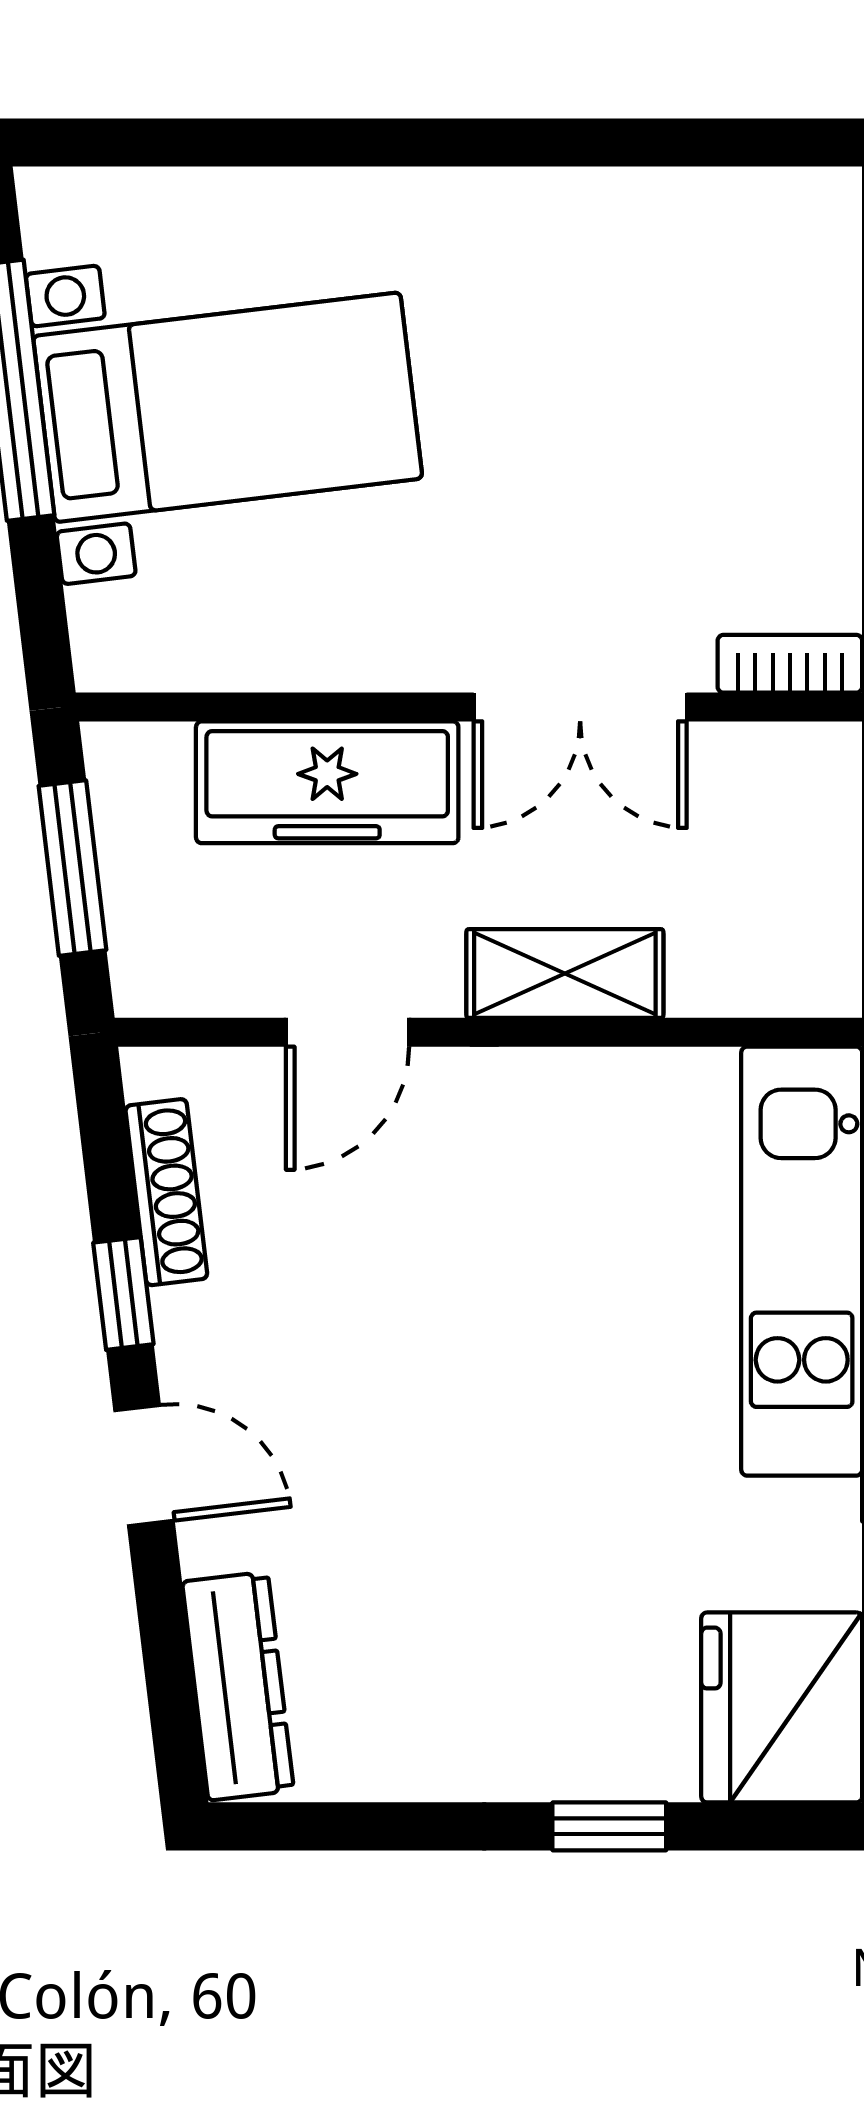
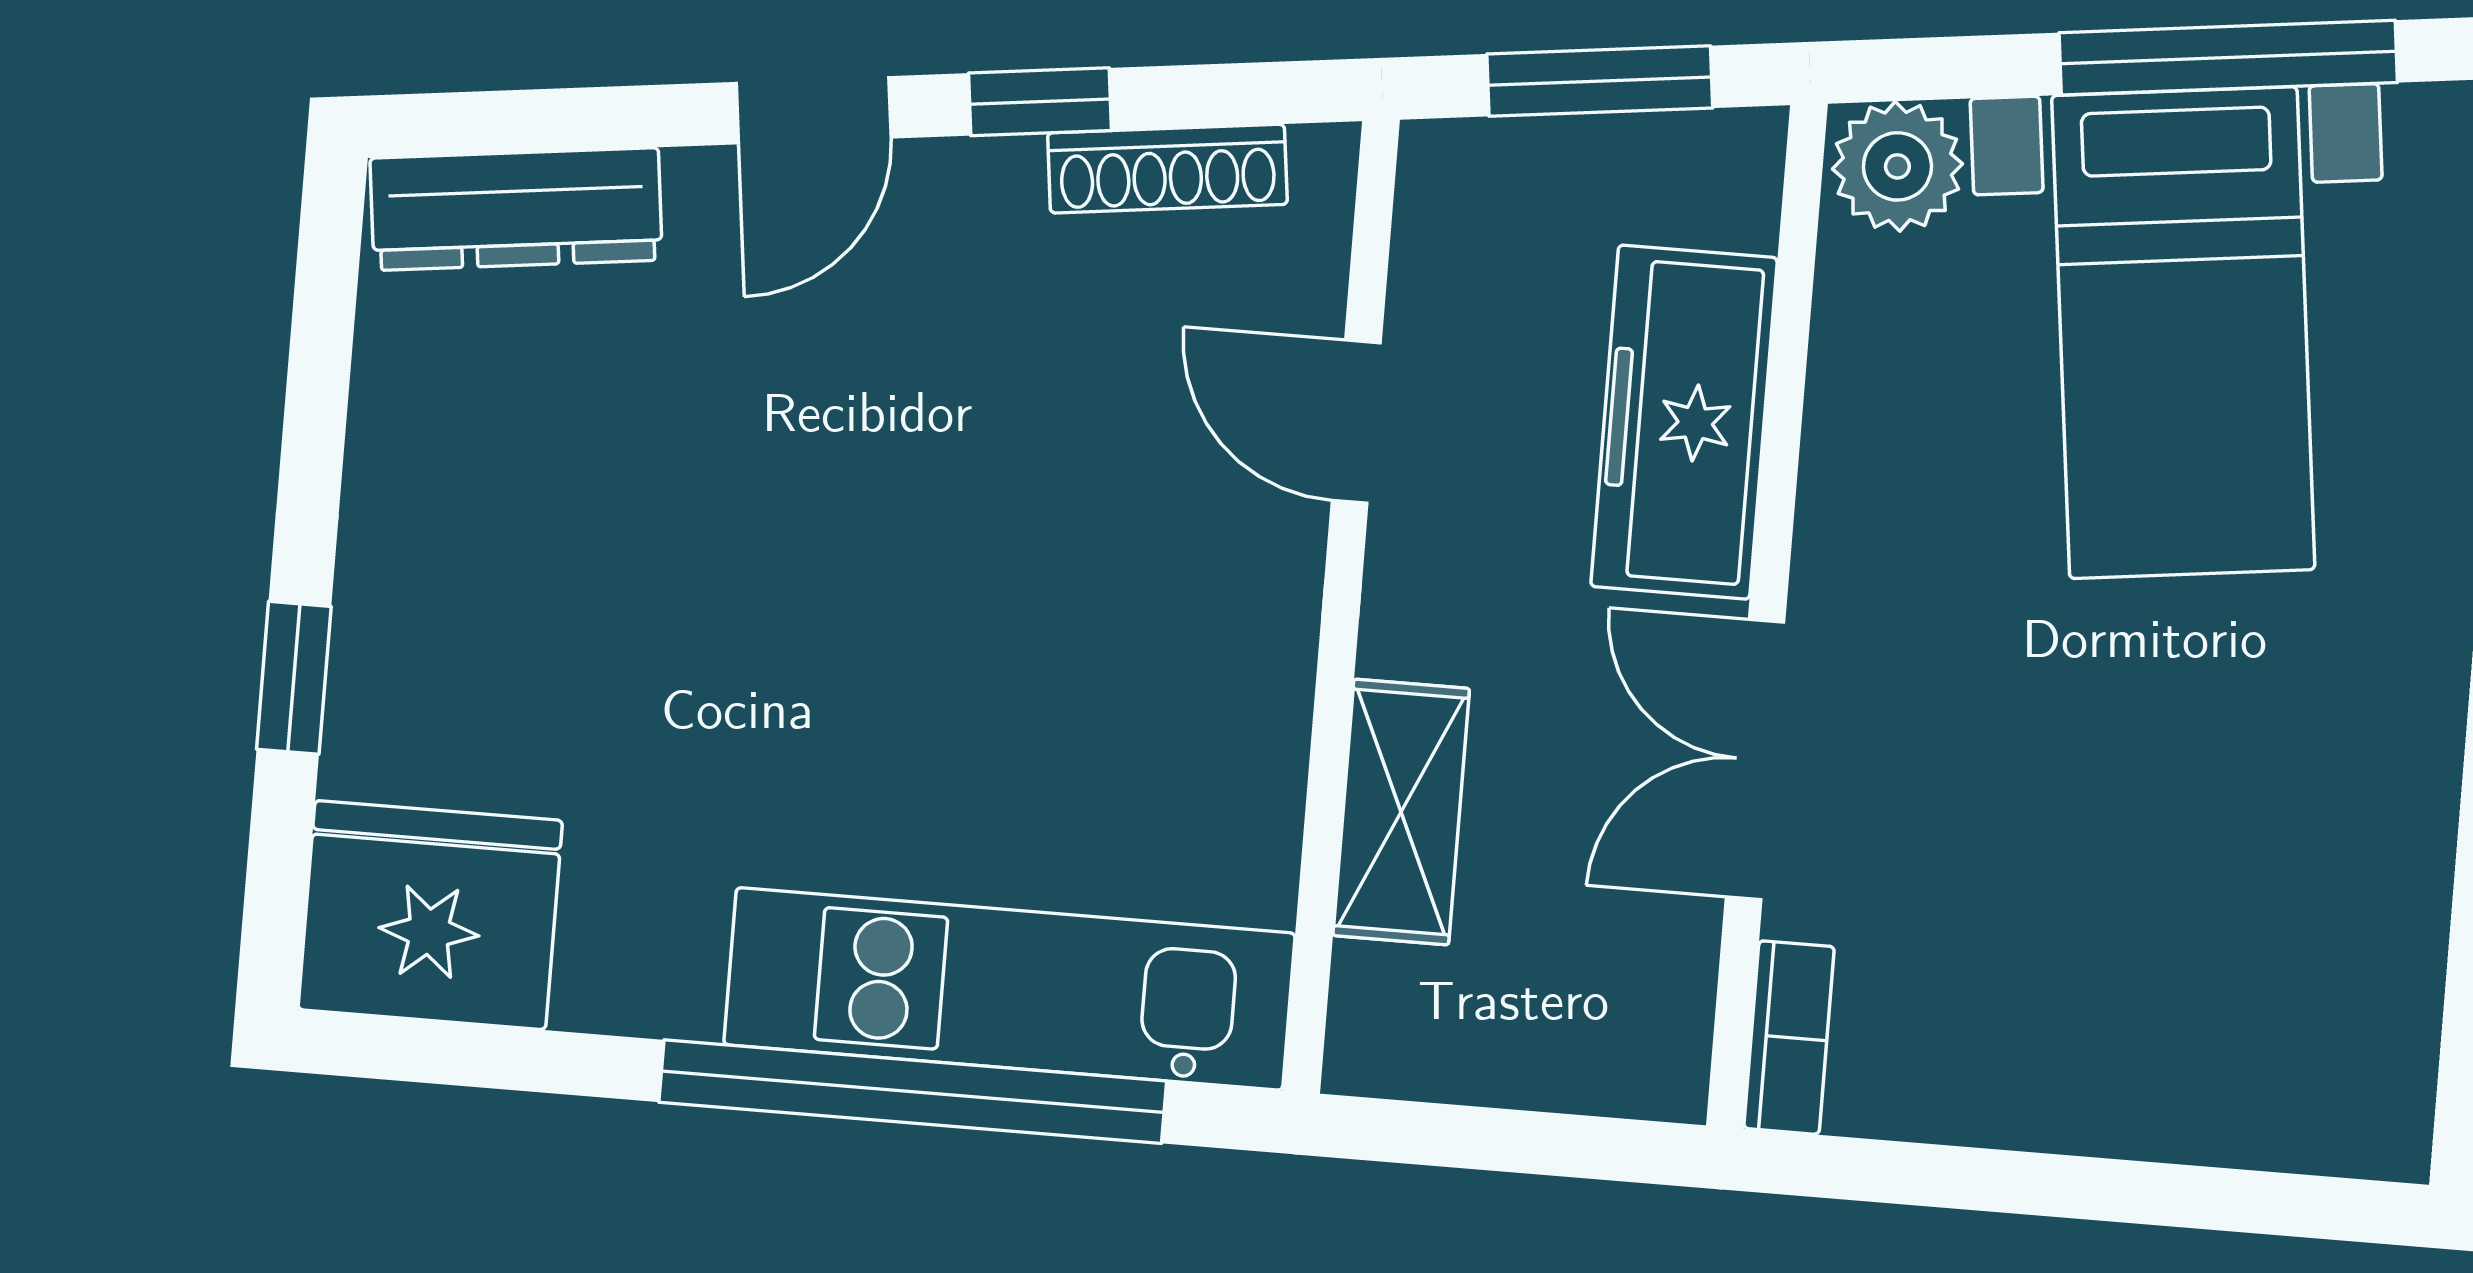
plant: (119, 636) -> (1897, 166), added
shelving: (565, 974) -> (1401, 812), moved

